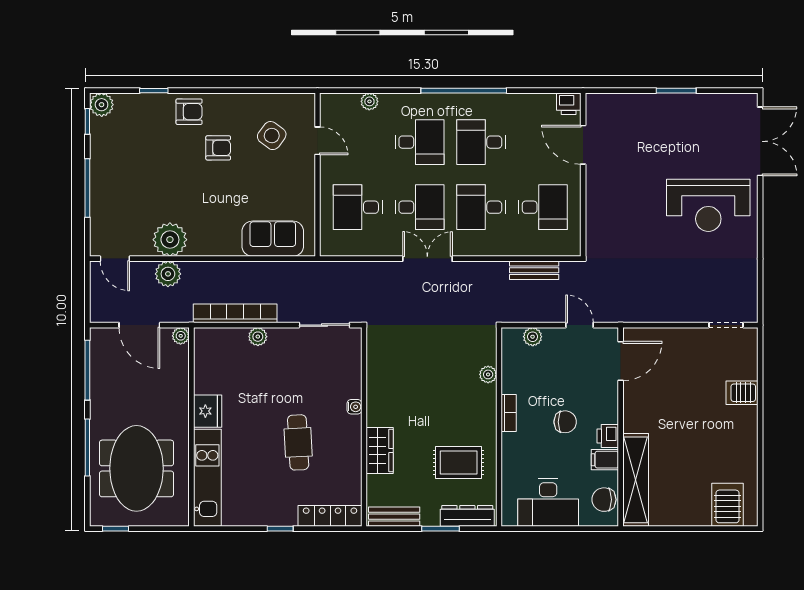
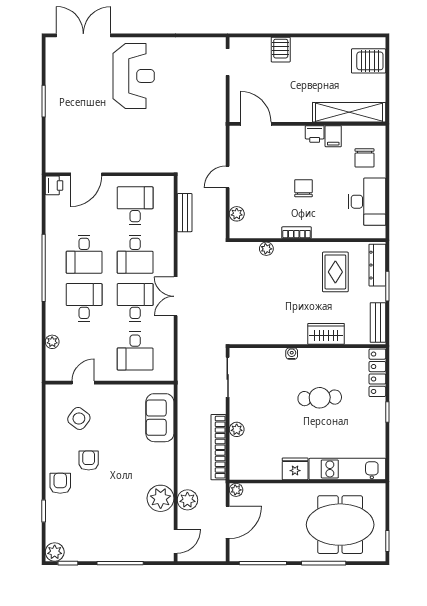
door: (621, 361) -> (256, 124), moved
wall: (621, 427) -> (307, 124), moved
printer: (608, 436) -> (315, 134), moved
filing cabinet: (605, 460) -> (333, 136), moved
shelving: (636, 480) -> (349, 112), moved

